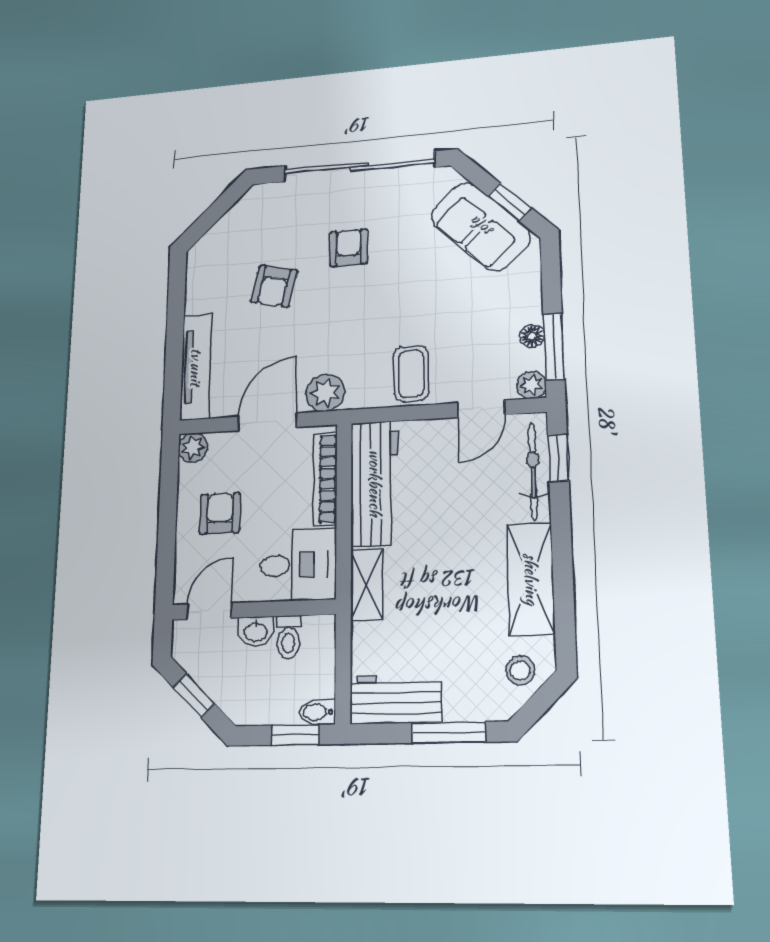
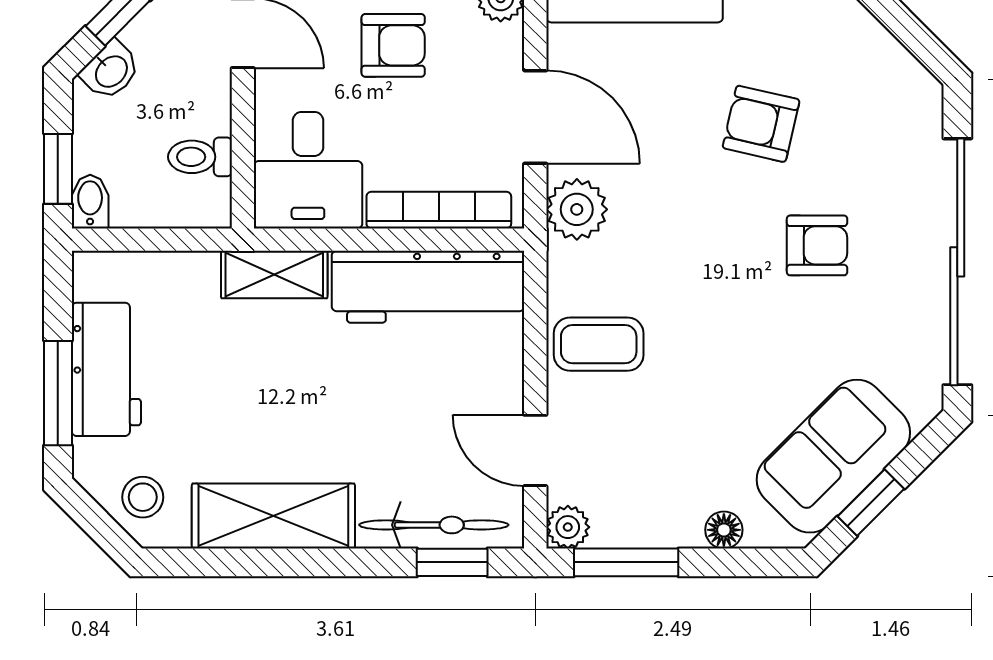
floor lamp: (532, 336) -> (724, 530), moved
washbasin: (256, 631) -> (110, 71), moved, turned -135
workbench: (396, 699) -> (106, 369), moved

